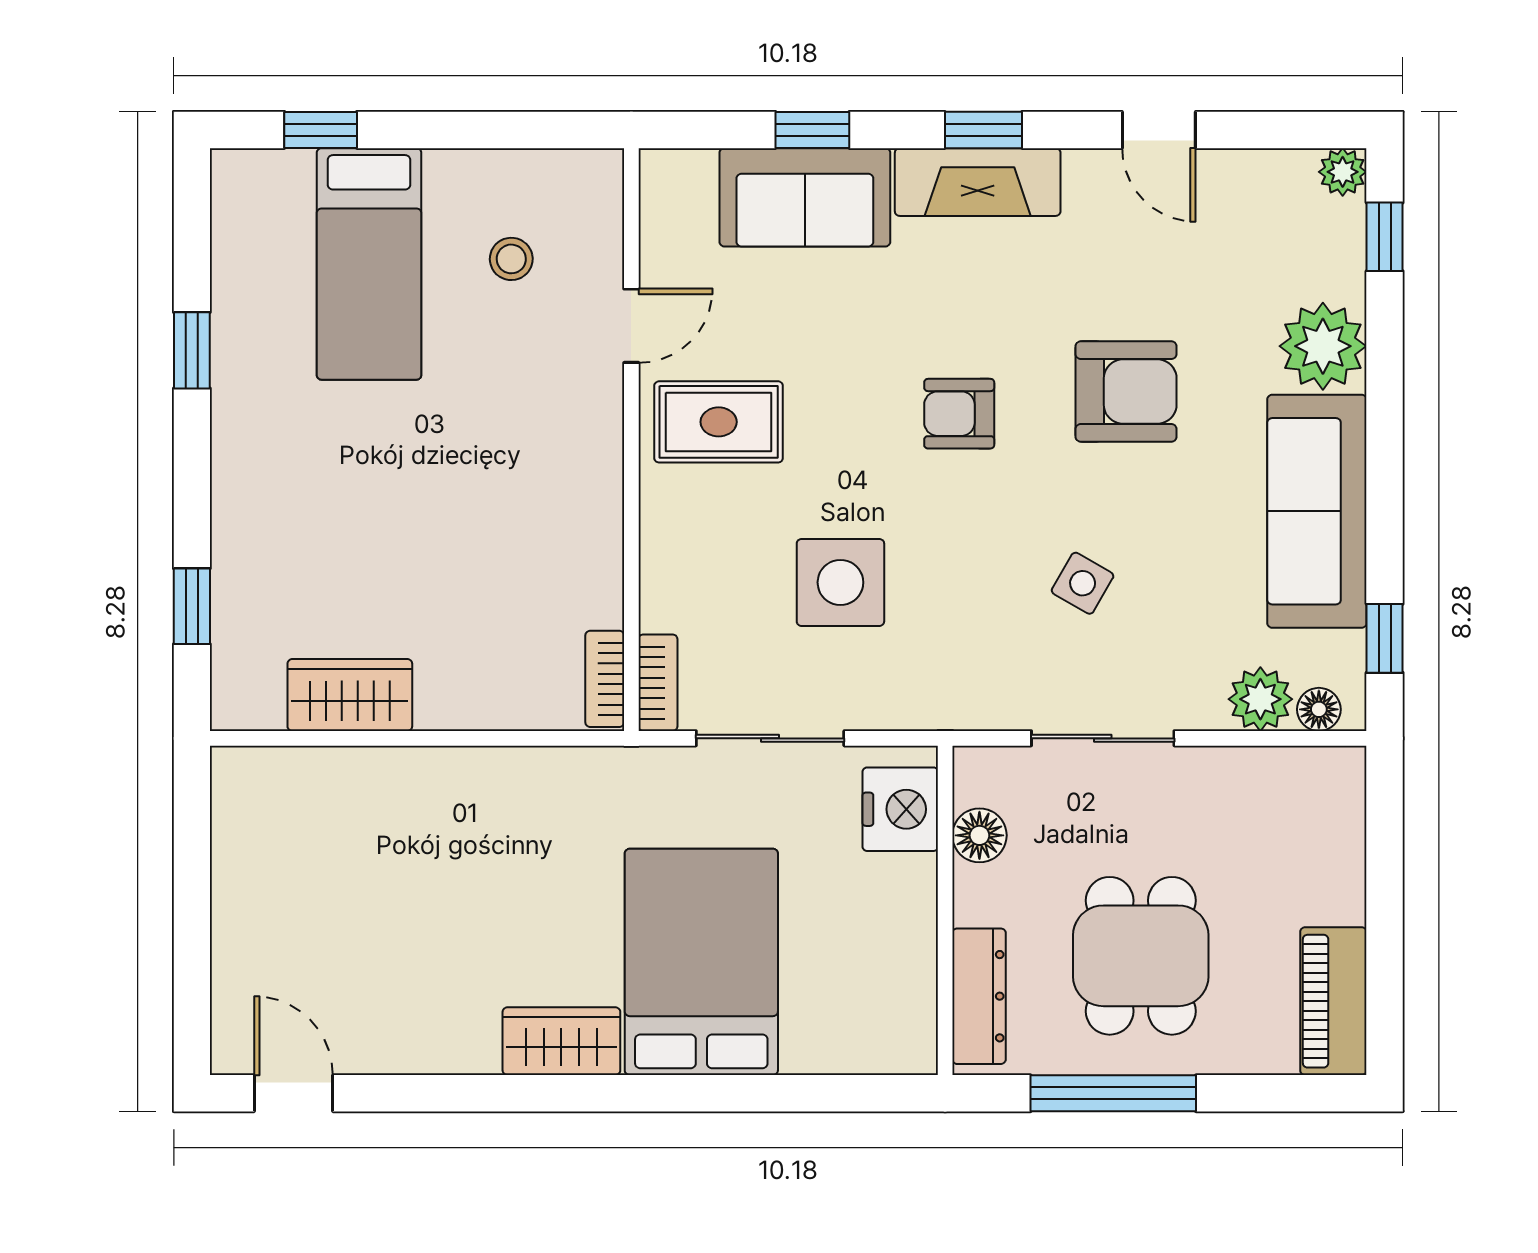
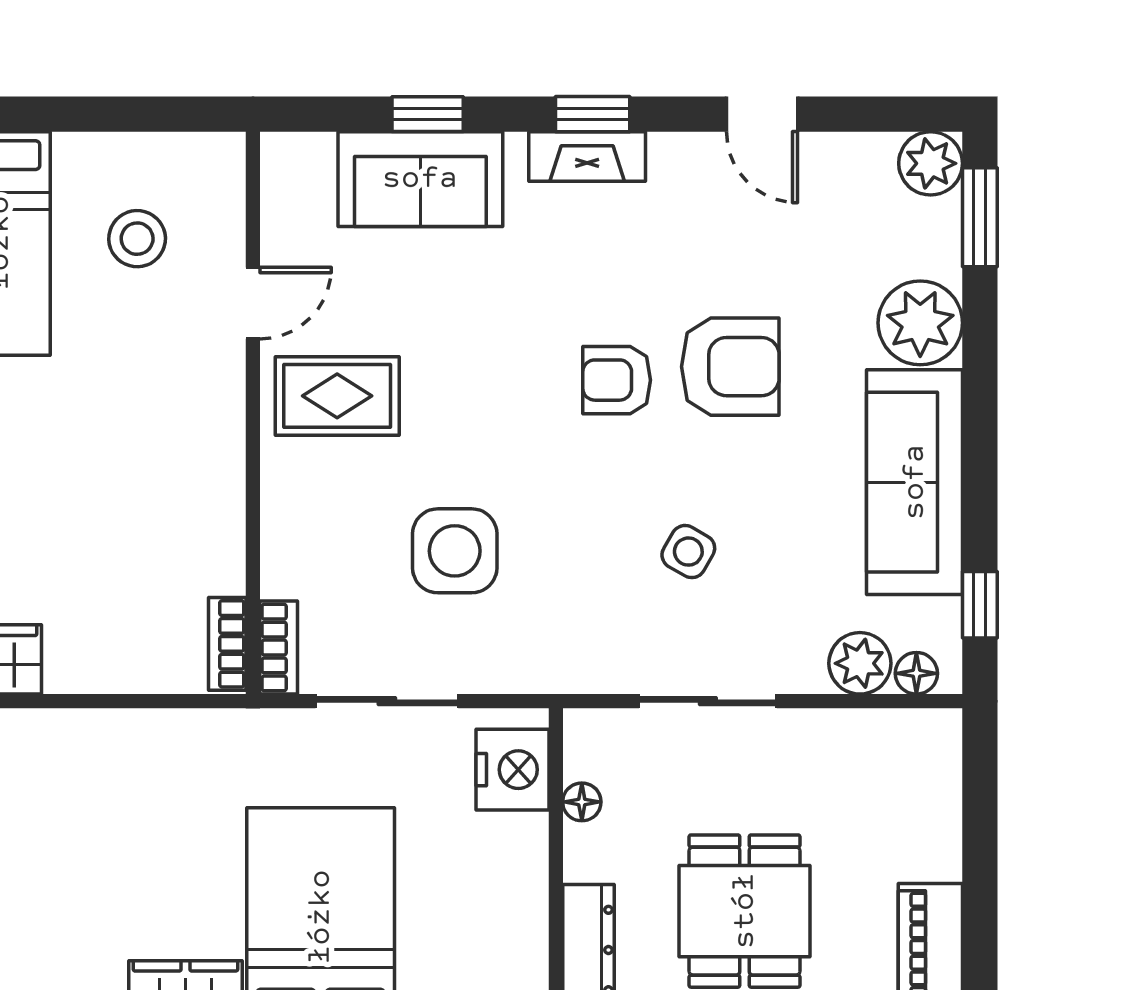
plant: (1343, 172) -> (931, 163), width x1.38, depth x1.38
fireplace: (978, 182) -> (587, 157), width x0.73, depth x0.76
window: (1385, 237) -> (980, 217), width x1.50
stool: (511, 259) -> (137, 239), width x1.37, depth x1.37
armchair: (959, 414) -> (617, 380), moved
floor lamp: (979, 835) -> (582, 802), width x0.73, depth x0.73

